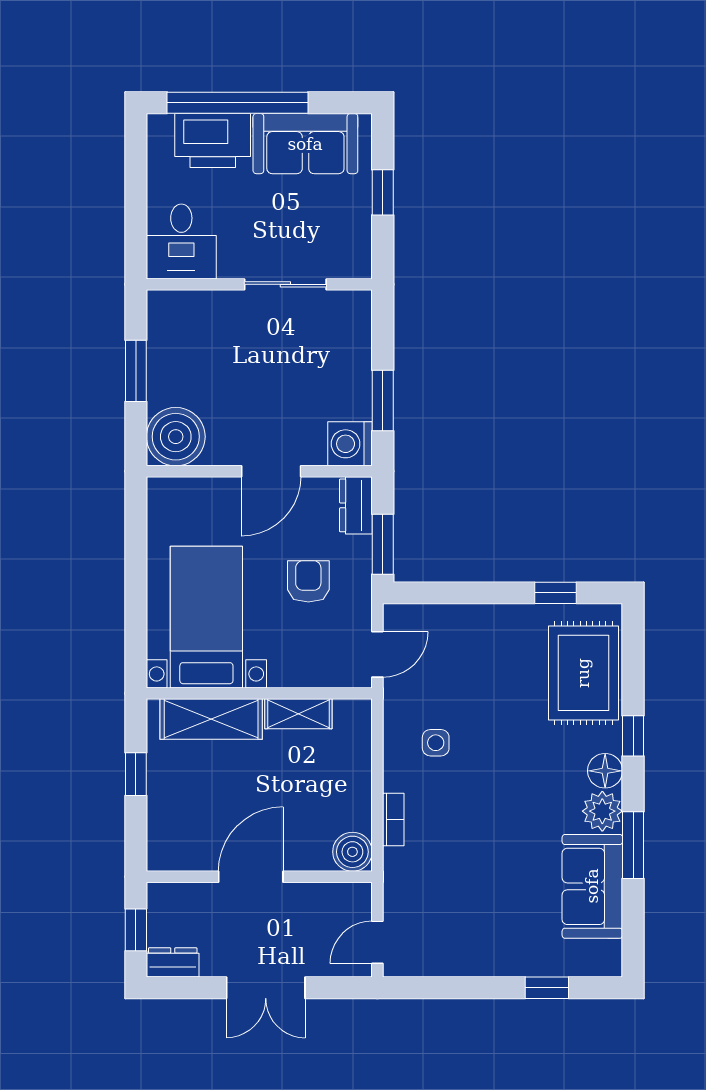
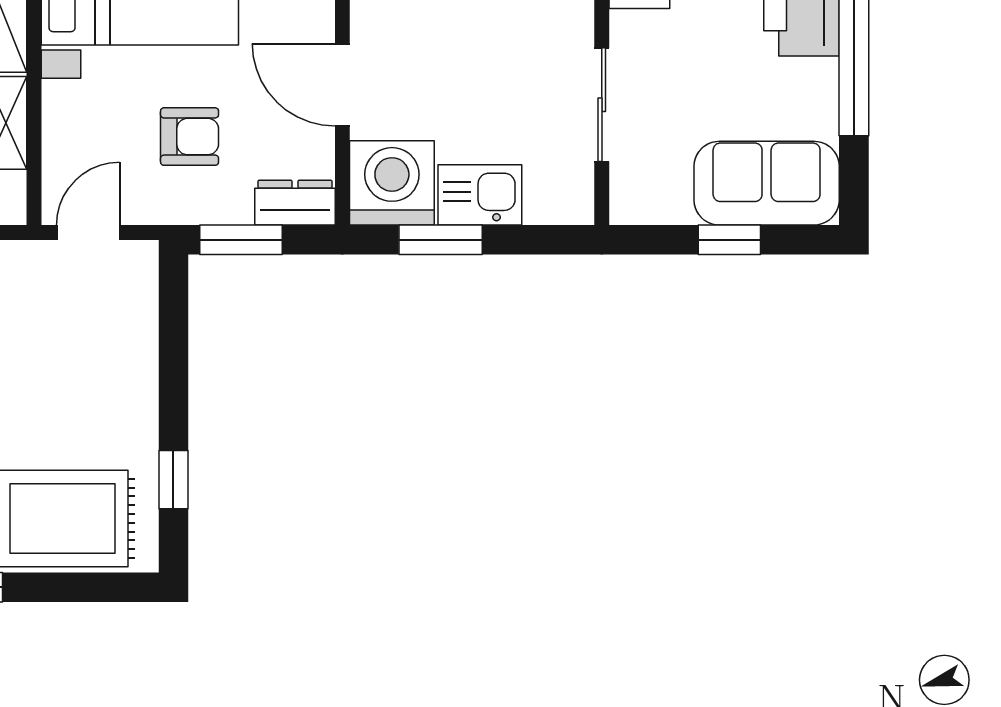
sofa: (305, 144) -> (767, 183), moved, turned 90
kitchen sink: (350, 372) -> (480, 195), added
washing machine: (350, 444) -> (392, 183), width x1.37, depth x1.37
door: (377, 654) -> (88, 232), swing flipped

